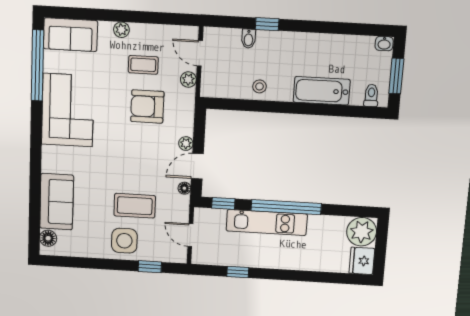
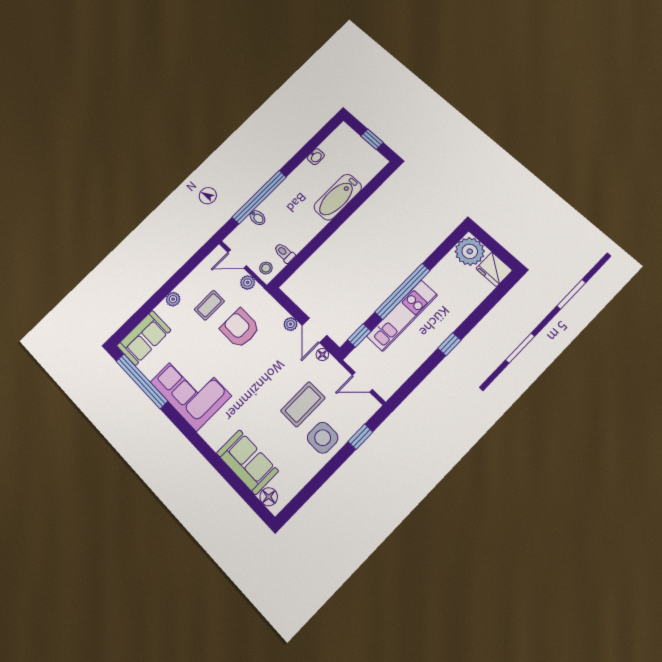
window: (267, 24) -> (259, 197), width x3.17
washbasin: (384, 44) -> (316, 157), moved
window: (396, 76) -> (372, 139), width x0.67
stool: (259, 86) -> (266, 268), moved
toilet: (371, 95) -> (284, 253), moved
armchair: (147, 107) -> (240, 328), turned 90
window: (238, 272) -> (449, 344), moved

